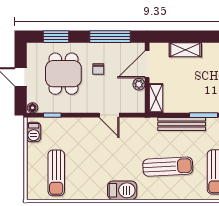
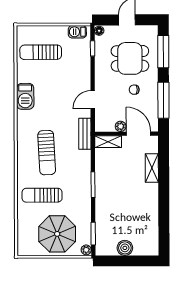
window: (56, 37) -> (163, 52), width x1.44
bench: (182, 124) -> (85, 134), moved, width x0.73
barbecue: (122, 190) -> (25, 96), moved

